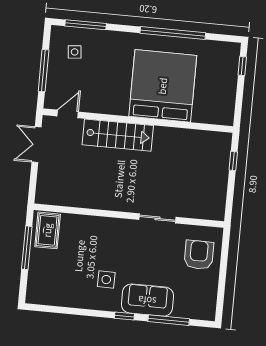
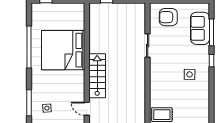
sofa: (147, 300) -> (200, 28), moved

